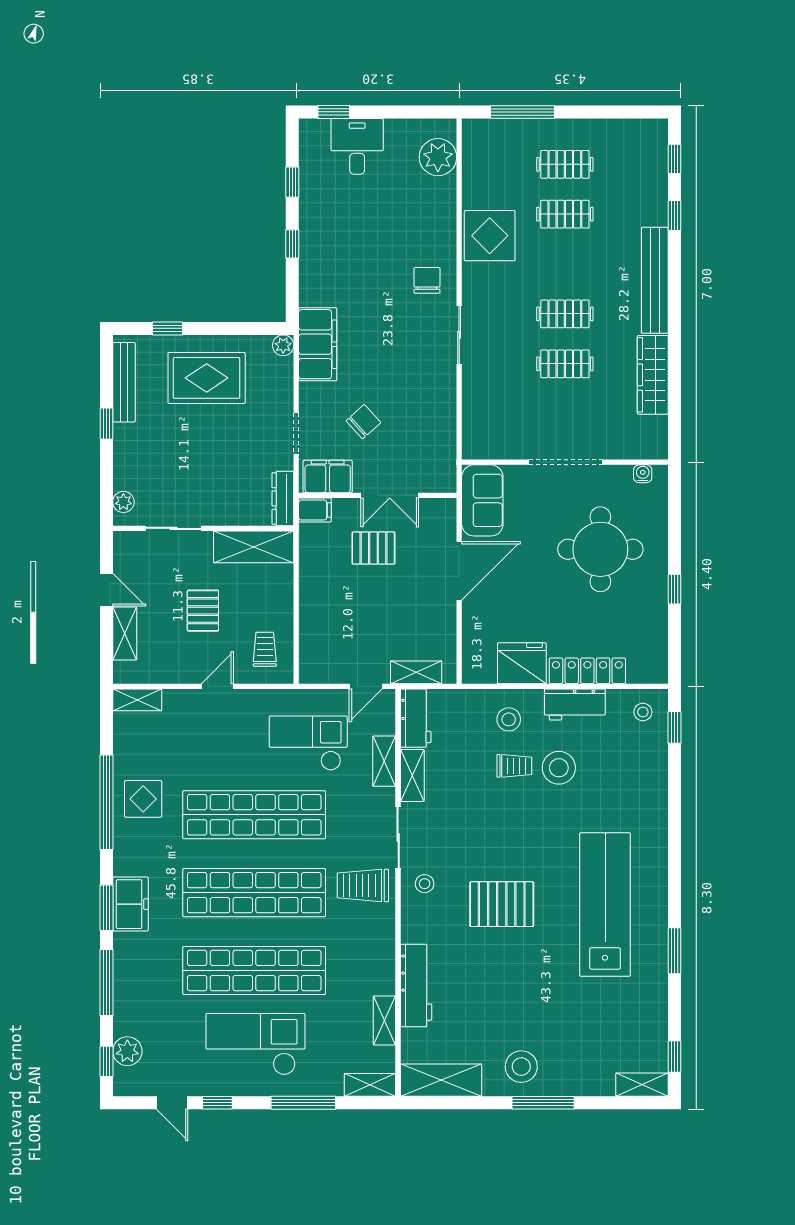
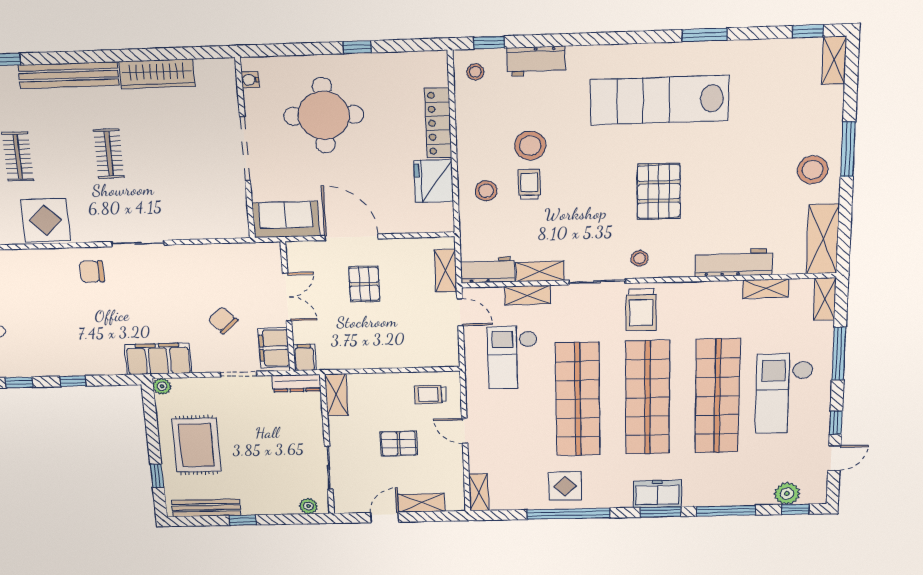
clothes rail: (565, 364) -> (154, 152), removed
shelving: (254, 547) -> (336, 395), width x0.67, depth x0.75
pallet: (373, 548) -> (364, 284), moved
workbench: (575, 705) -> (536, 61), moved, turned 90

